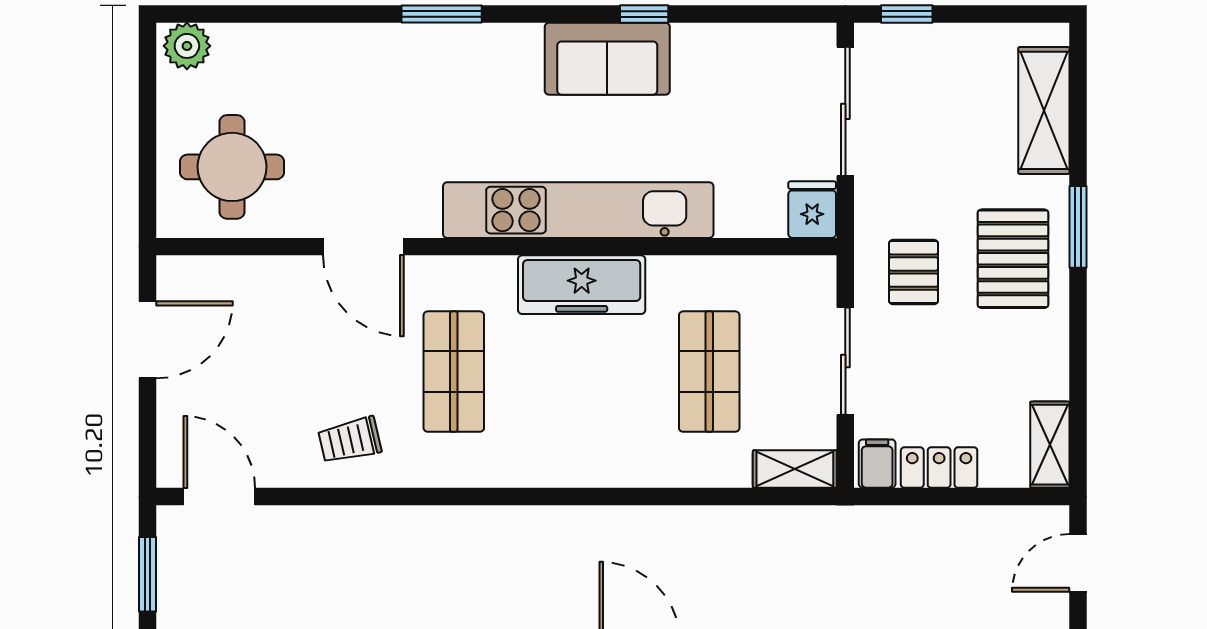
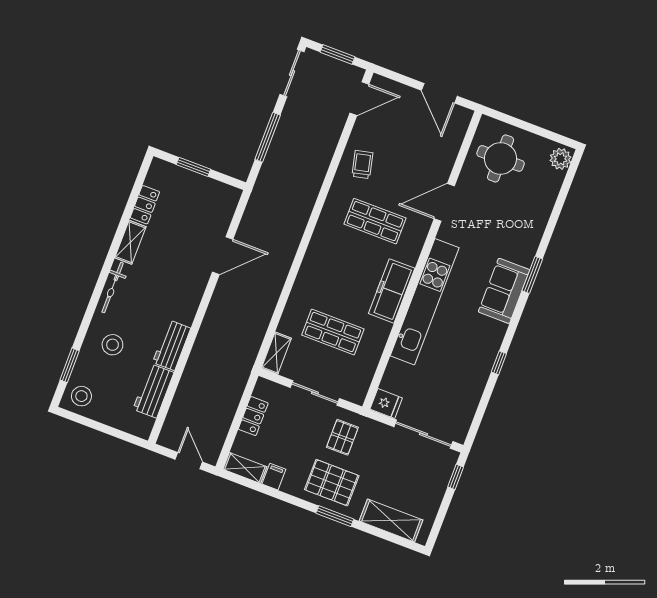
sofa: (607, 59) -> (504, 291), moved
pallet: (913, 272) -> (342, 437), turned 90
filing cabinet: (877, 464) -> (274, 477), moved, turned -90

